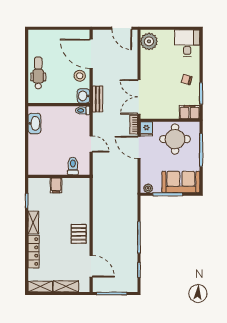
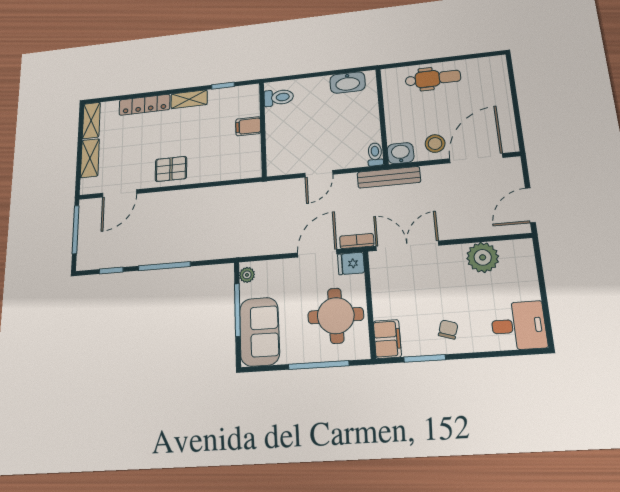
plant: (149, 41) -> (483, 257), moved
bench: (98, 99) -> (389, 177), width x1.36
toilet: (73, 166) -> (279, 97), moved

